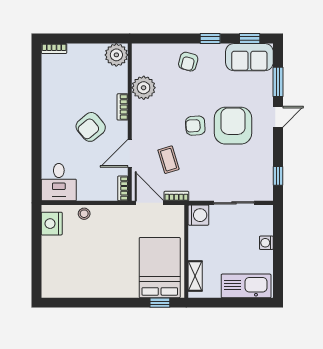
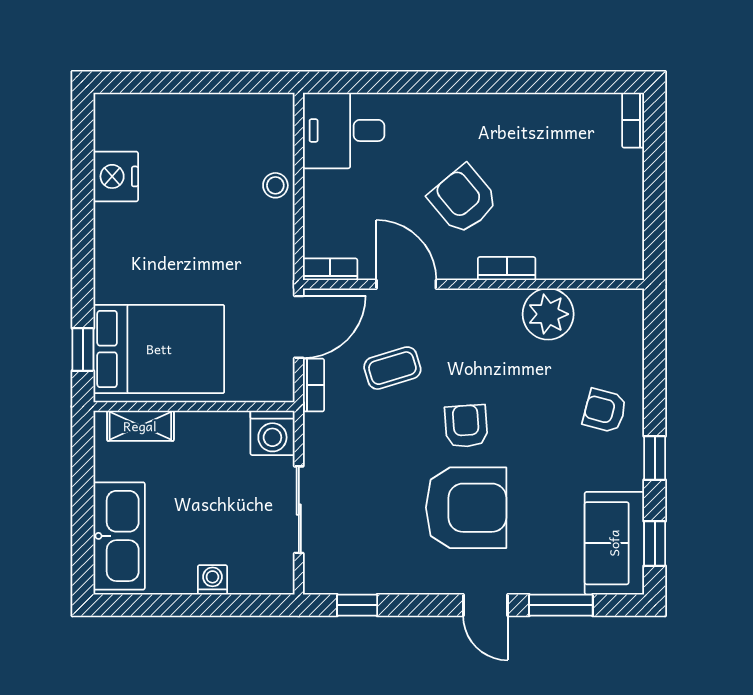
plant: (116, 55) -> (619, 255), removed
nightstand: (52, 224) -> (116, 176), moved, turned -90

